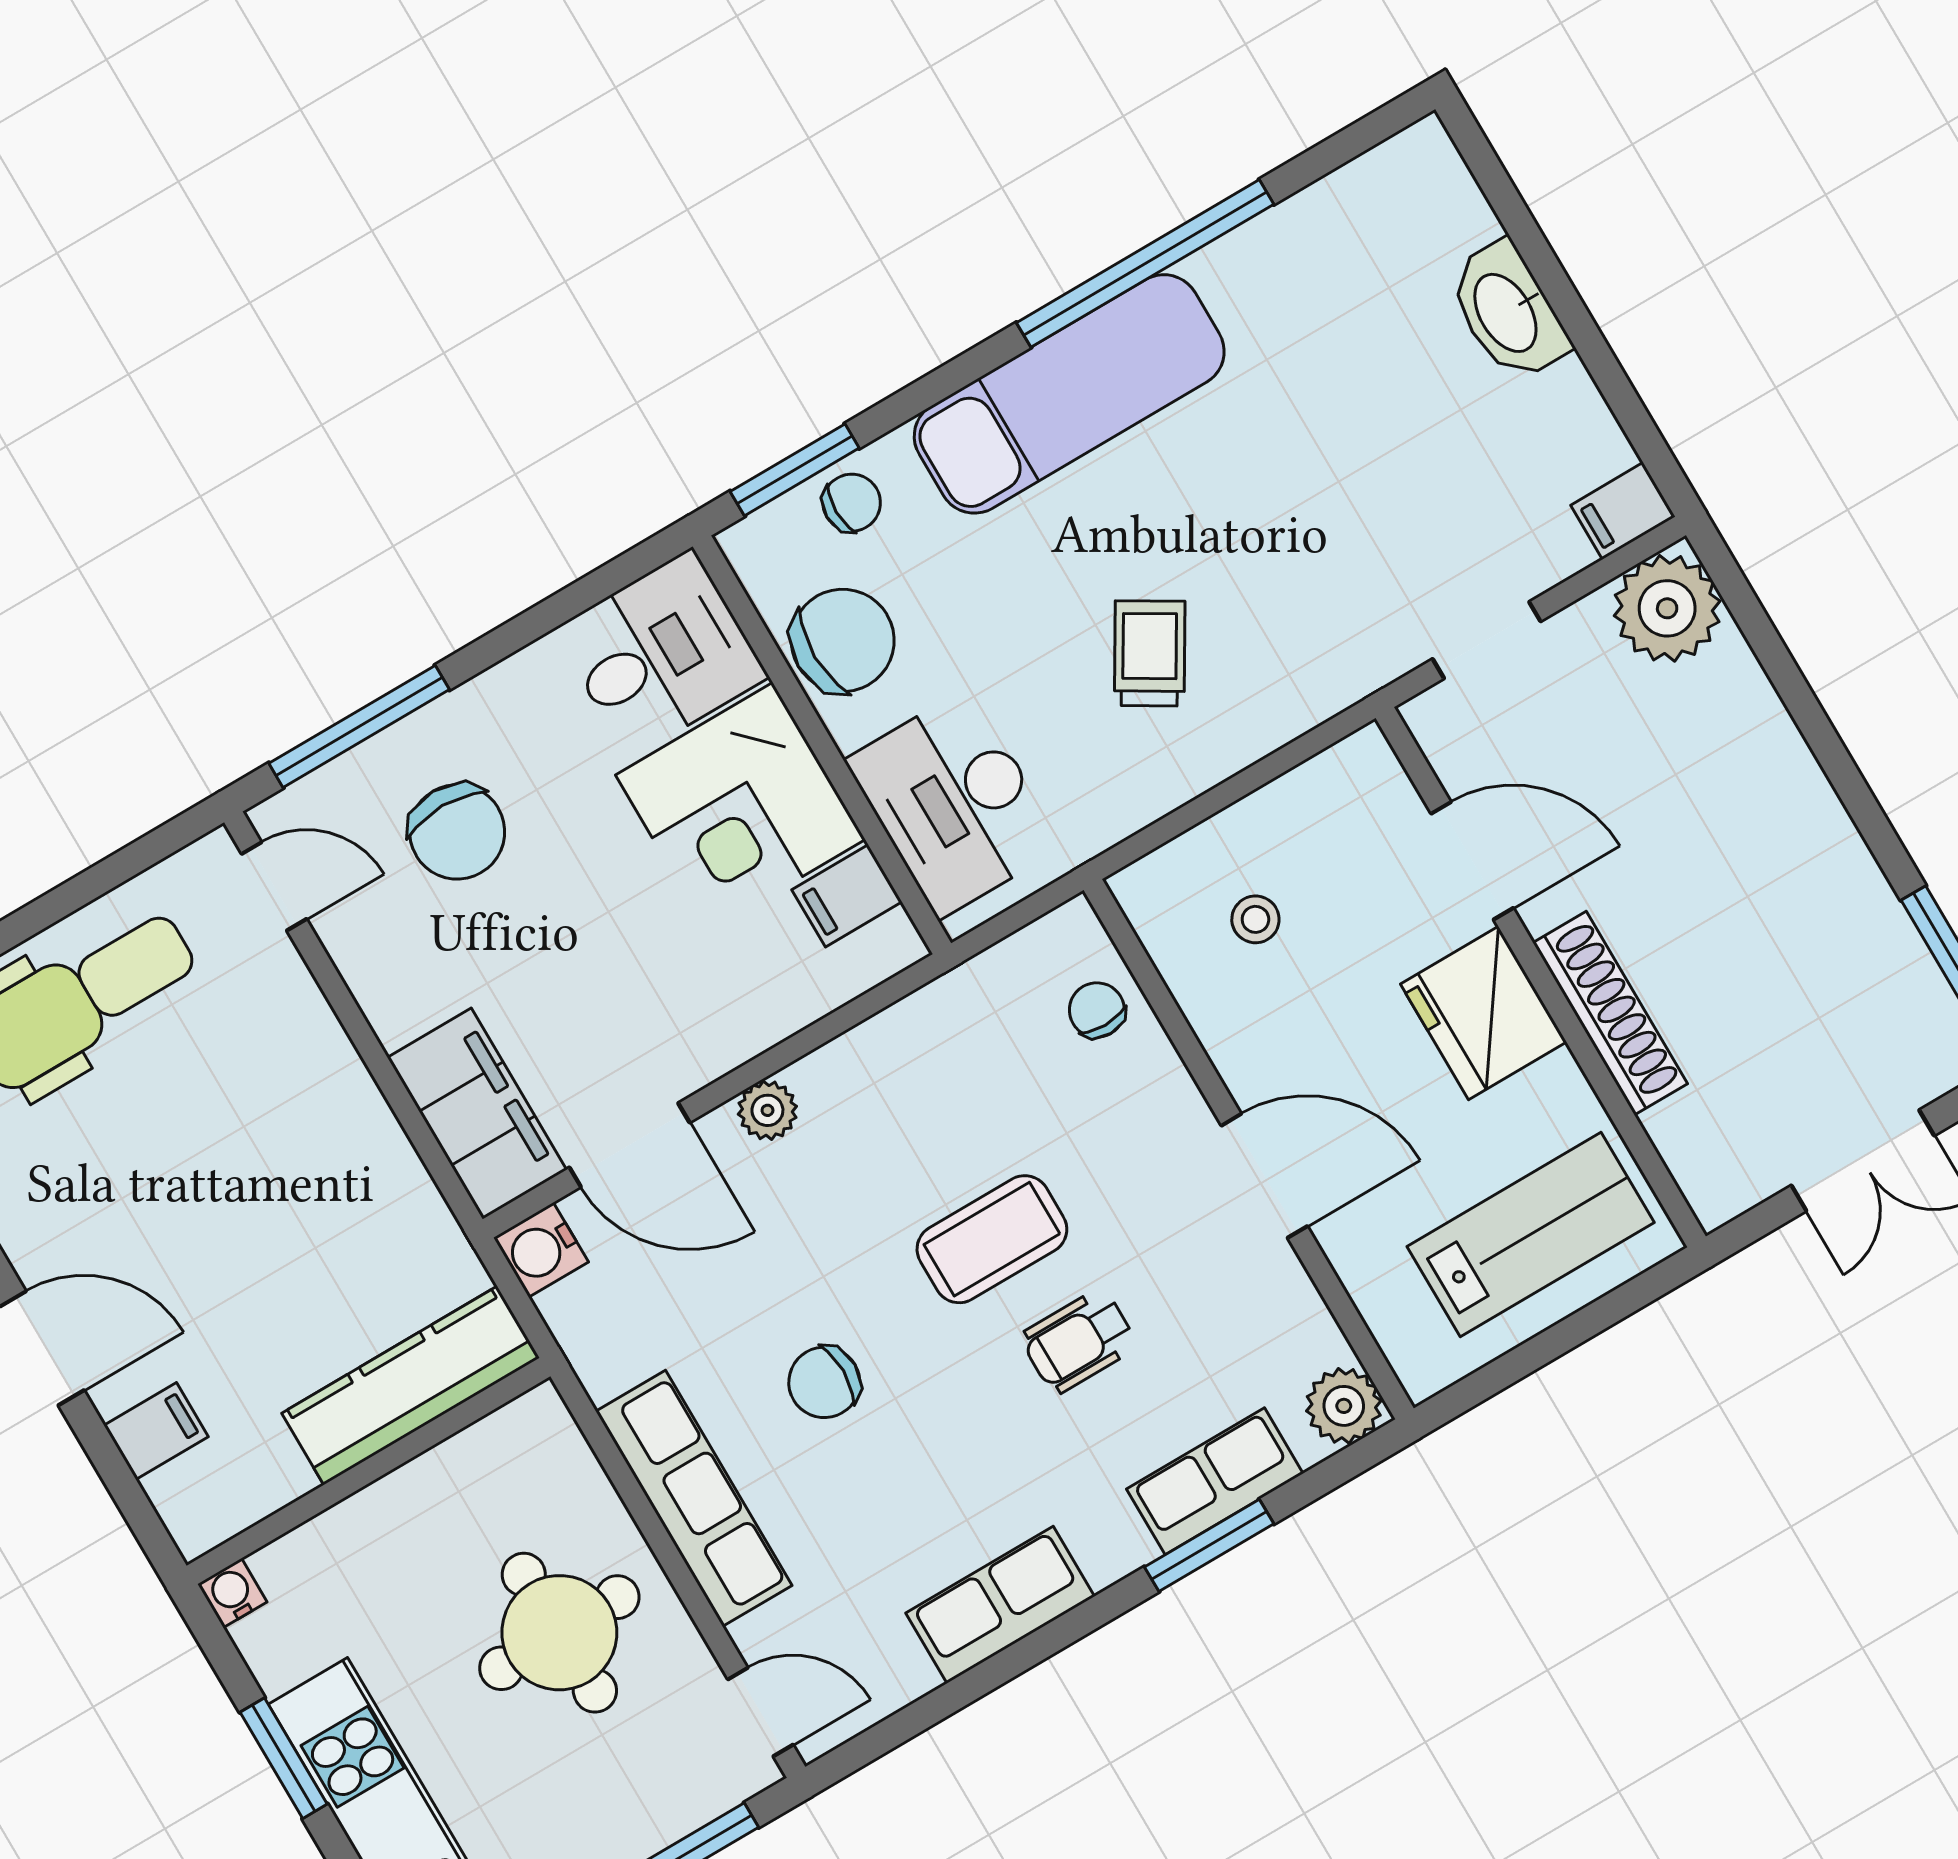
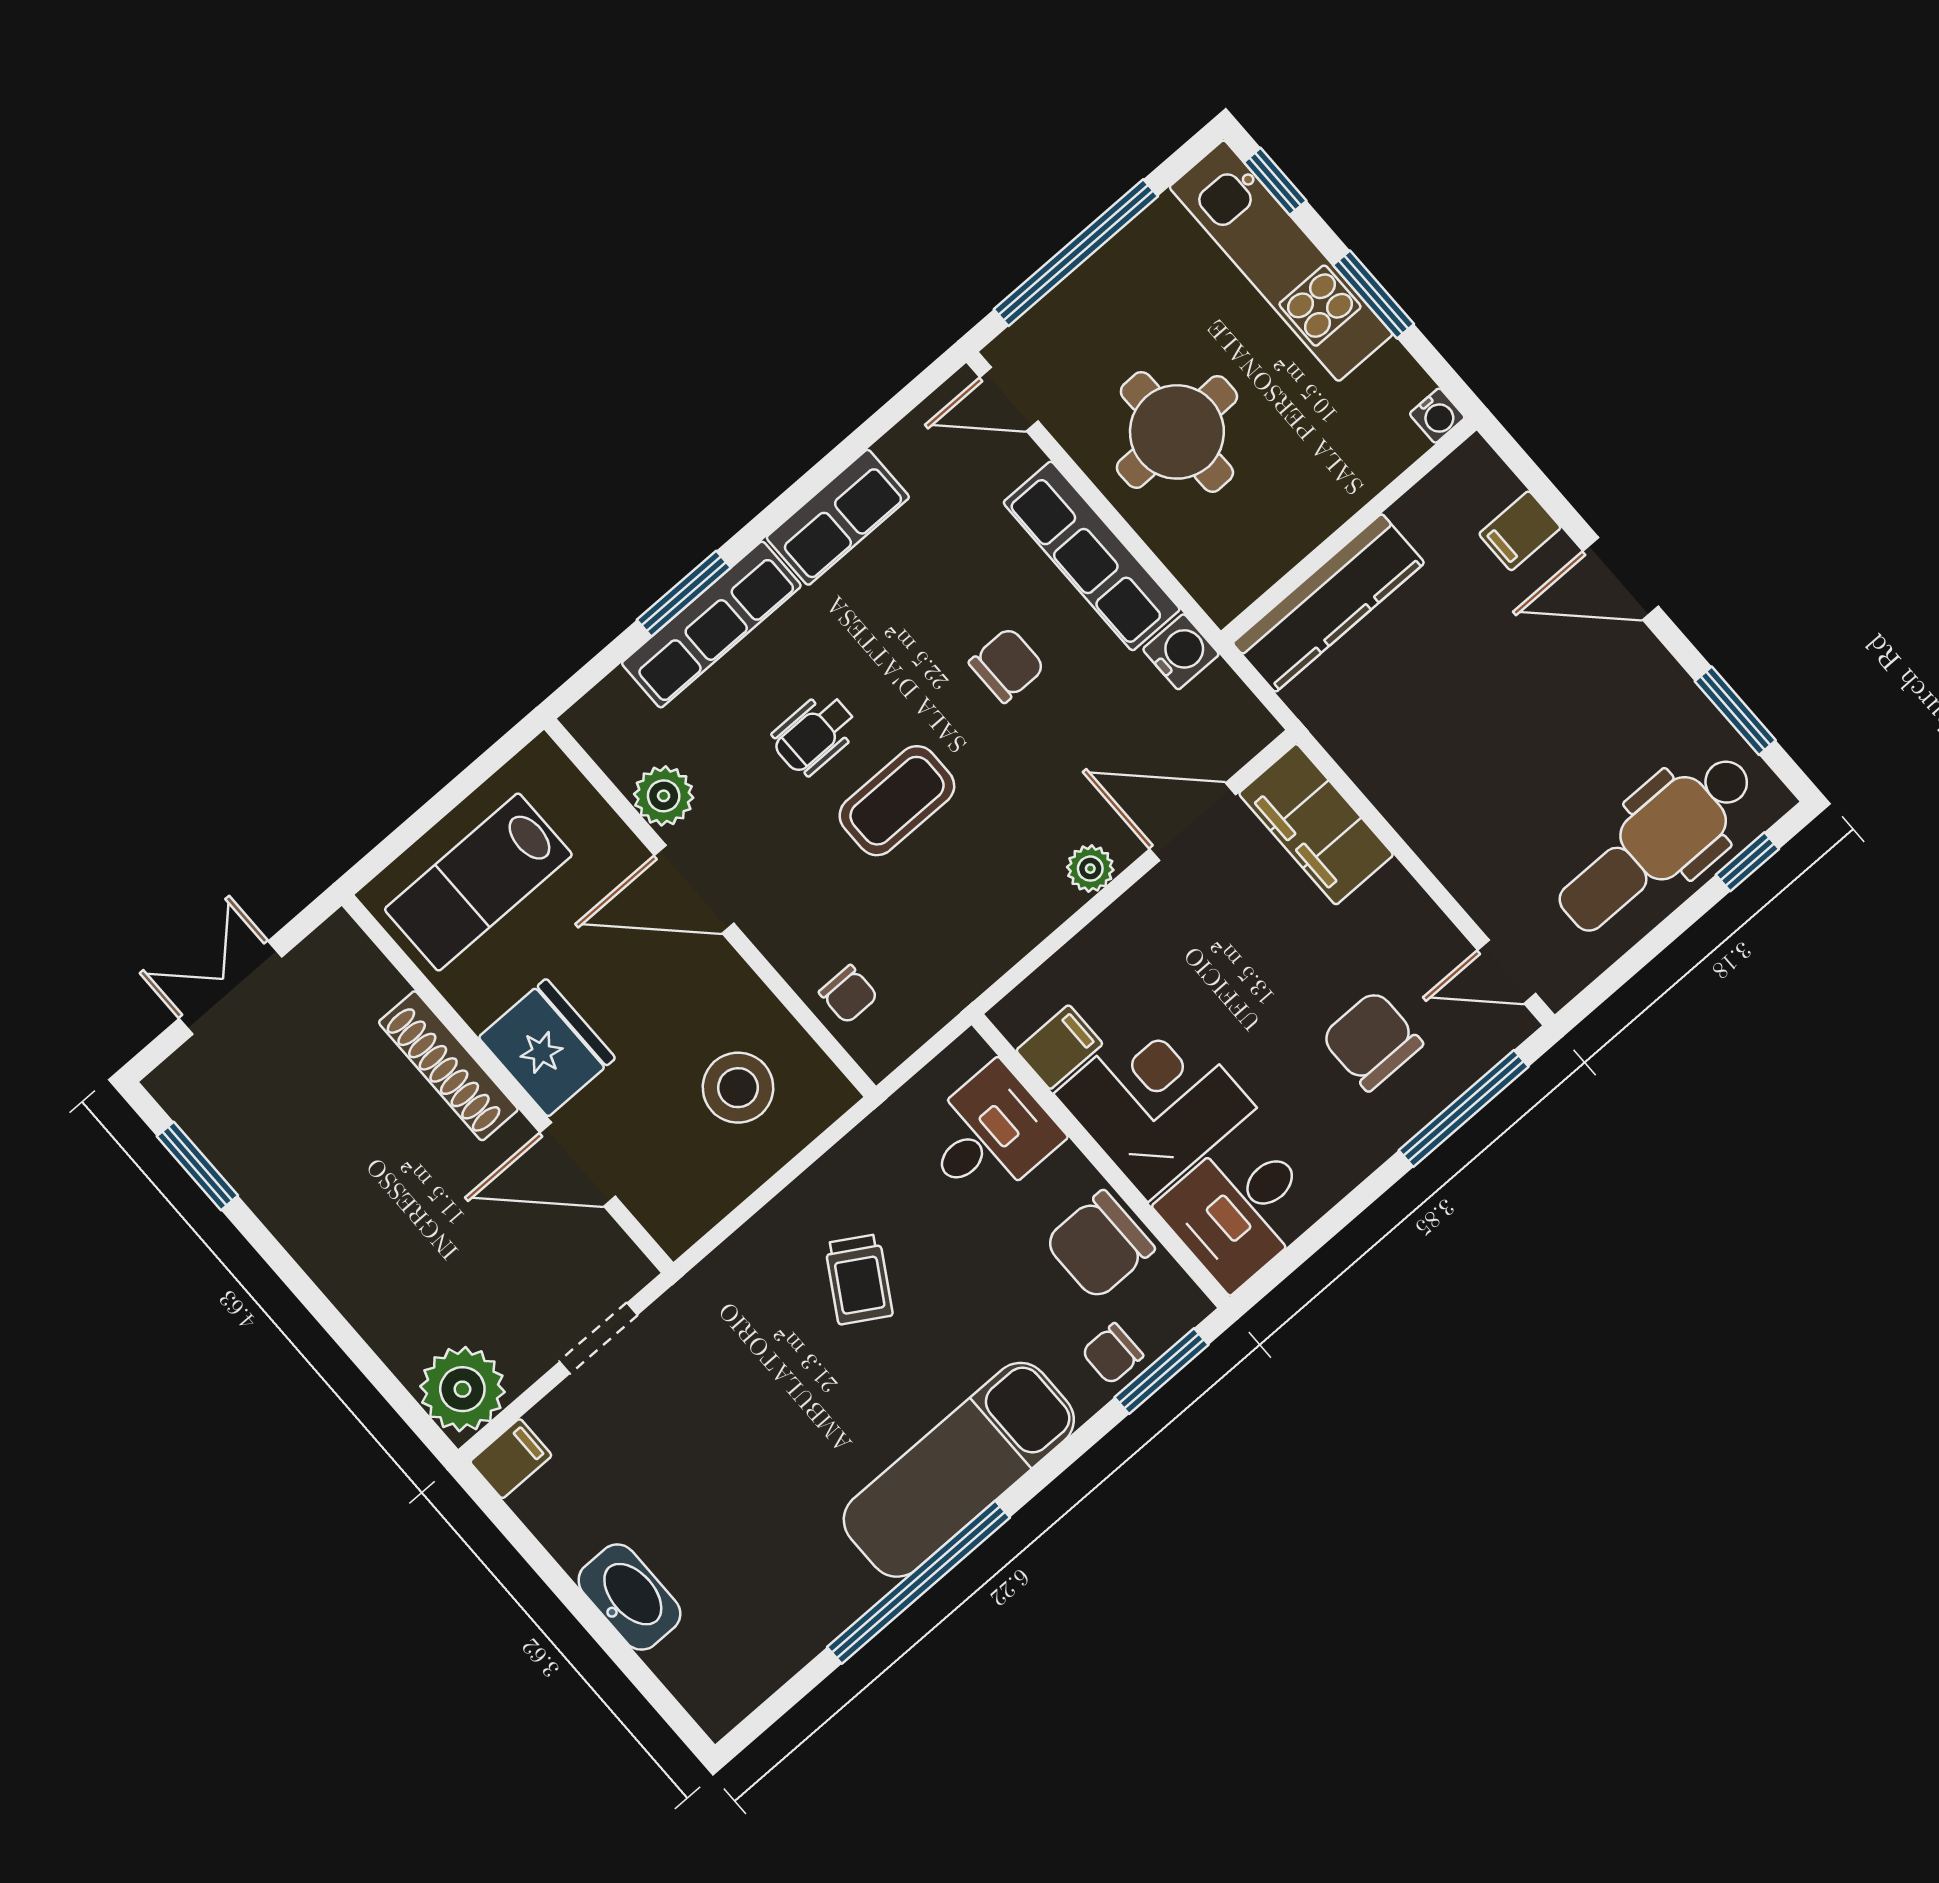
desk: (954, 803) -> (989, 1135), width x0.73
stool: (1255, 919) -> (738, 1088), width x1.89, depth x1.89
water cooler: (541, 1250) -> (1181, 652), moved
wheelchair: (1079, 1341) -> (815, 734), turned 180
plant: (1344, 1406) -> (664, 796), moved
row of seats: (1215, 1481) -> (711, 625), width x1.48

